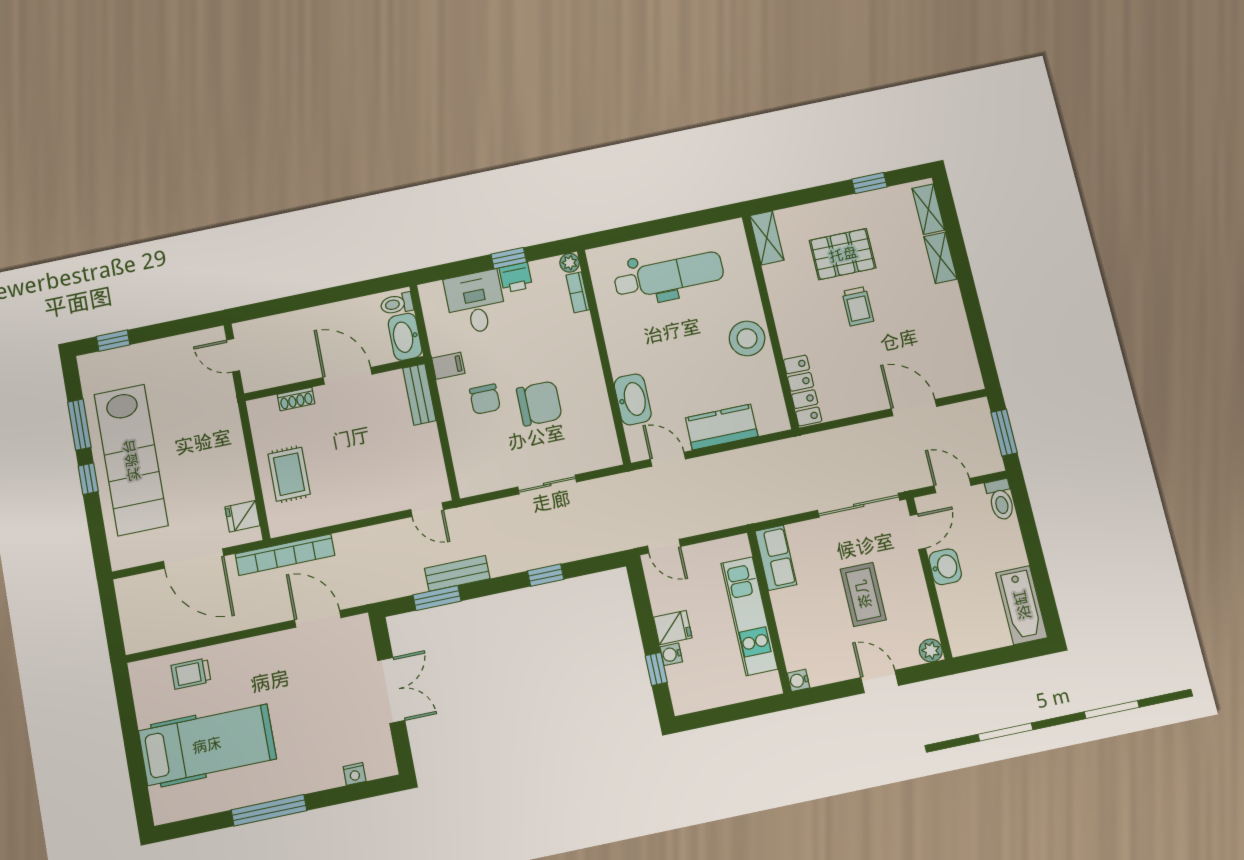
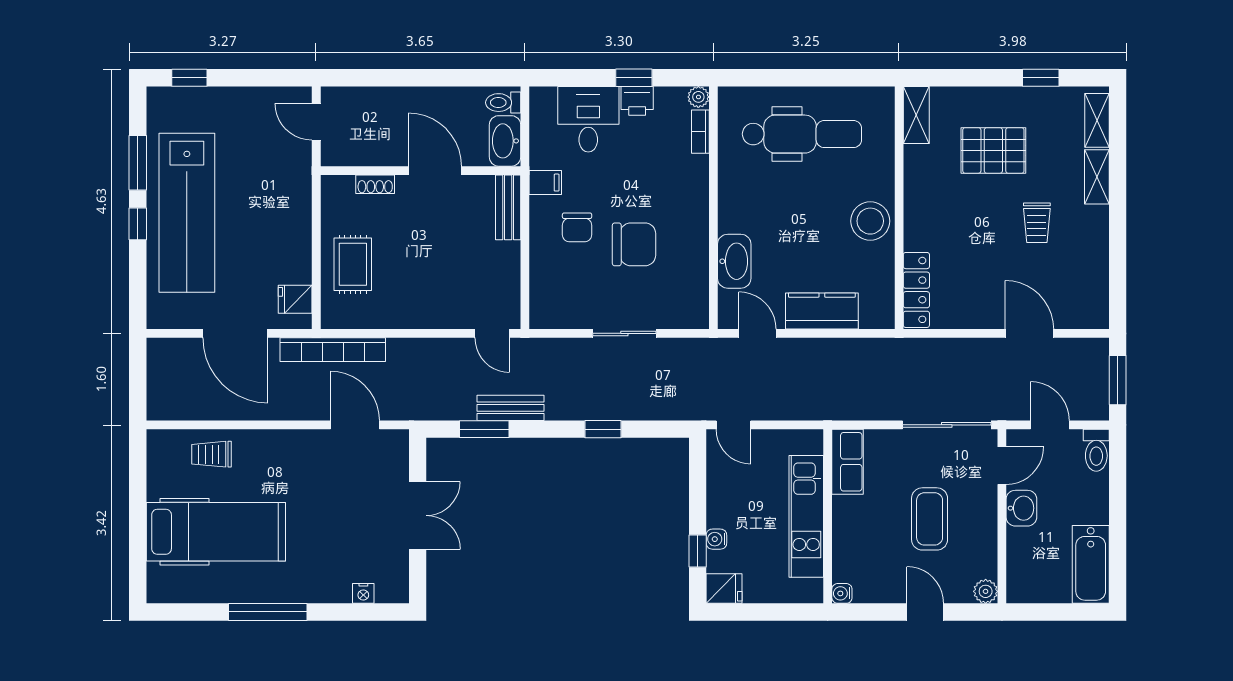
trolley: (858, 306) -> (1037, 223), moved
fridge: (673, 628) -> (724, 588), moved

